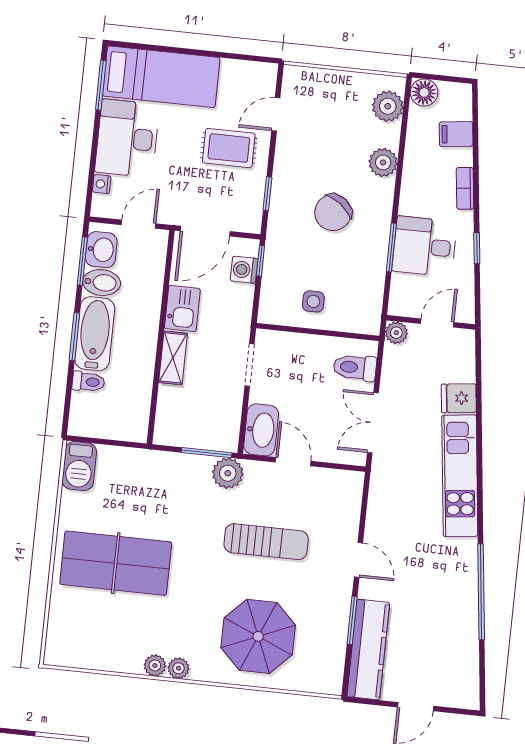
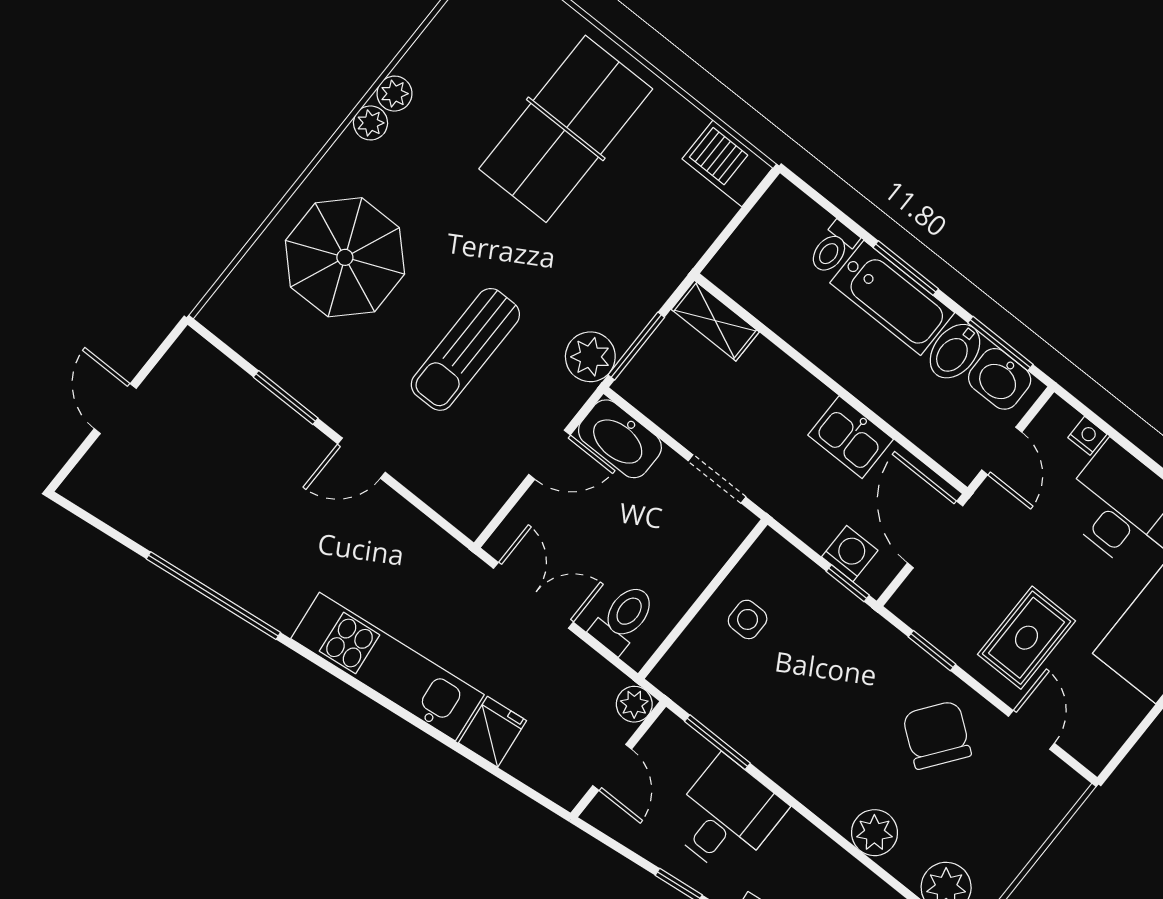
chair: (333, 213) -> (937, 735), moved
window: (391, 247) -> (717, 742), moved
shelving: (173, 358) -> (715, 321), moved
kitchen counter: (368, 650) -> (233, 394), removed

